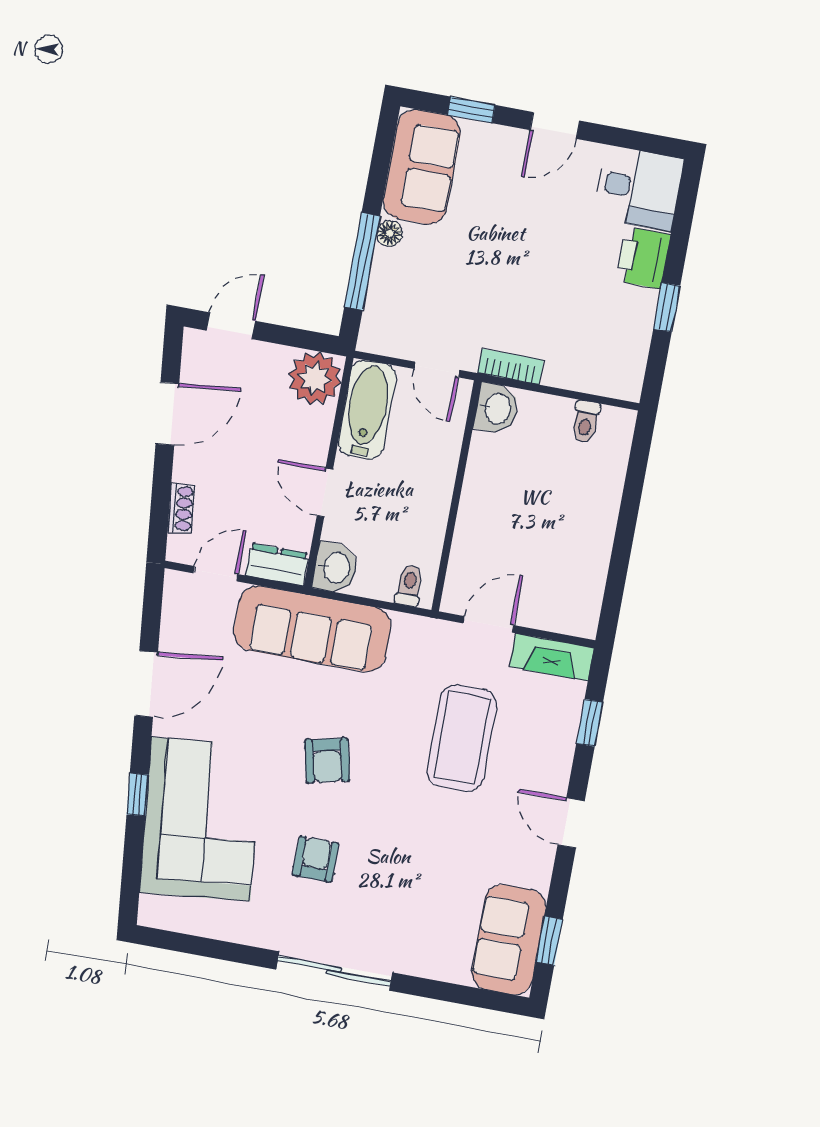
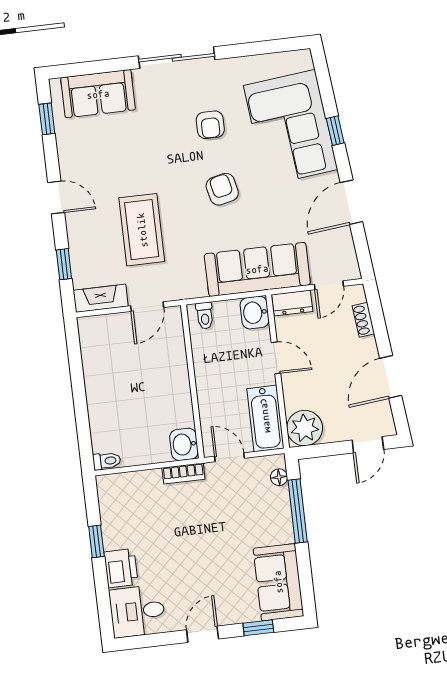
floor lamp: (390, 233) -> (279, 477), moved
toilet: (586, 422) -> (107, 461), moved, turned 90
sofa: (509, 940) -> (98, 94), moved, turned 90

